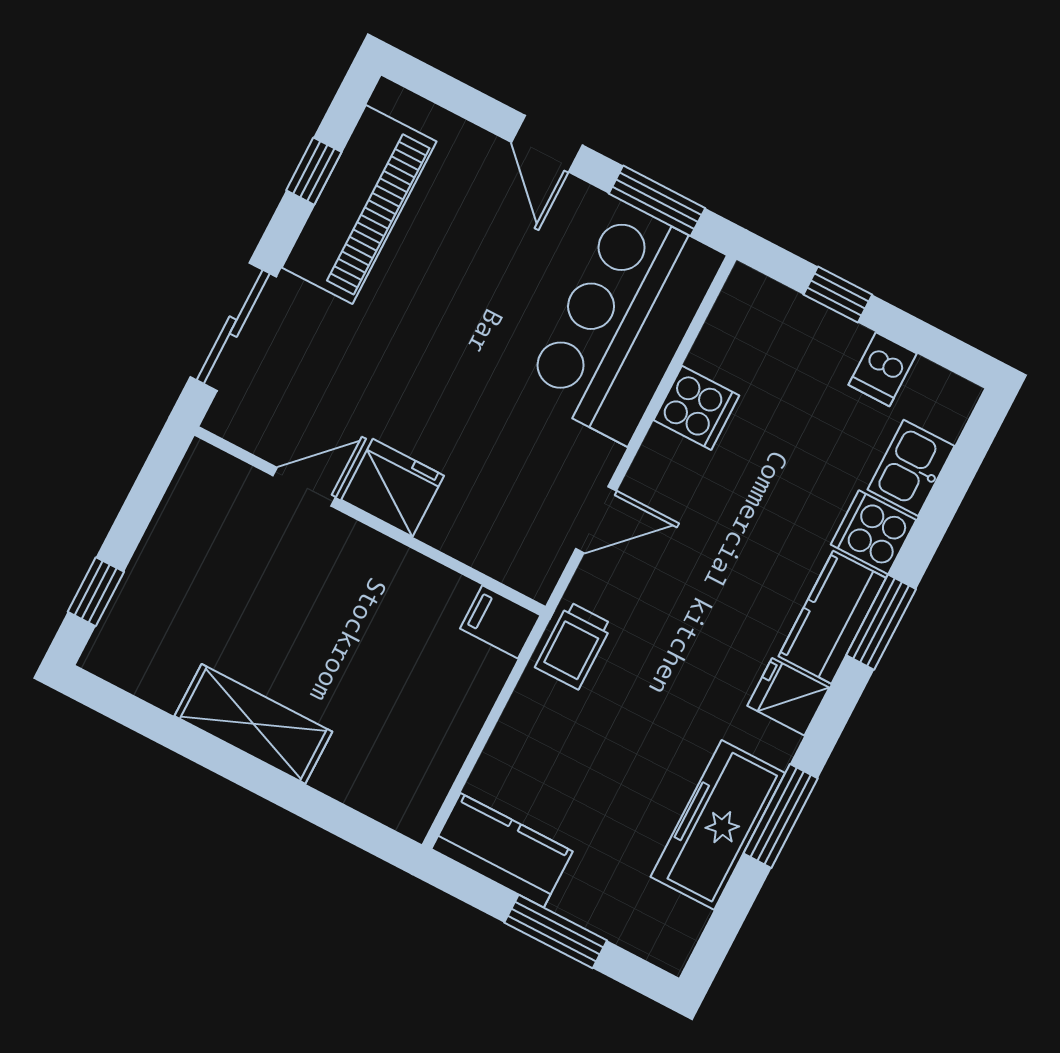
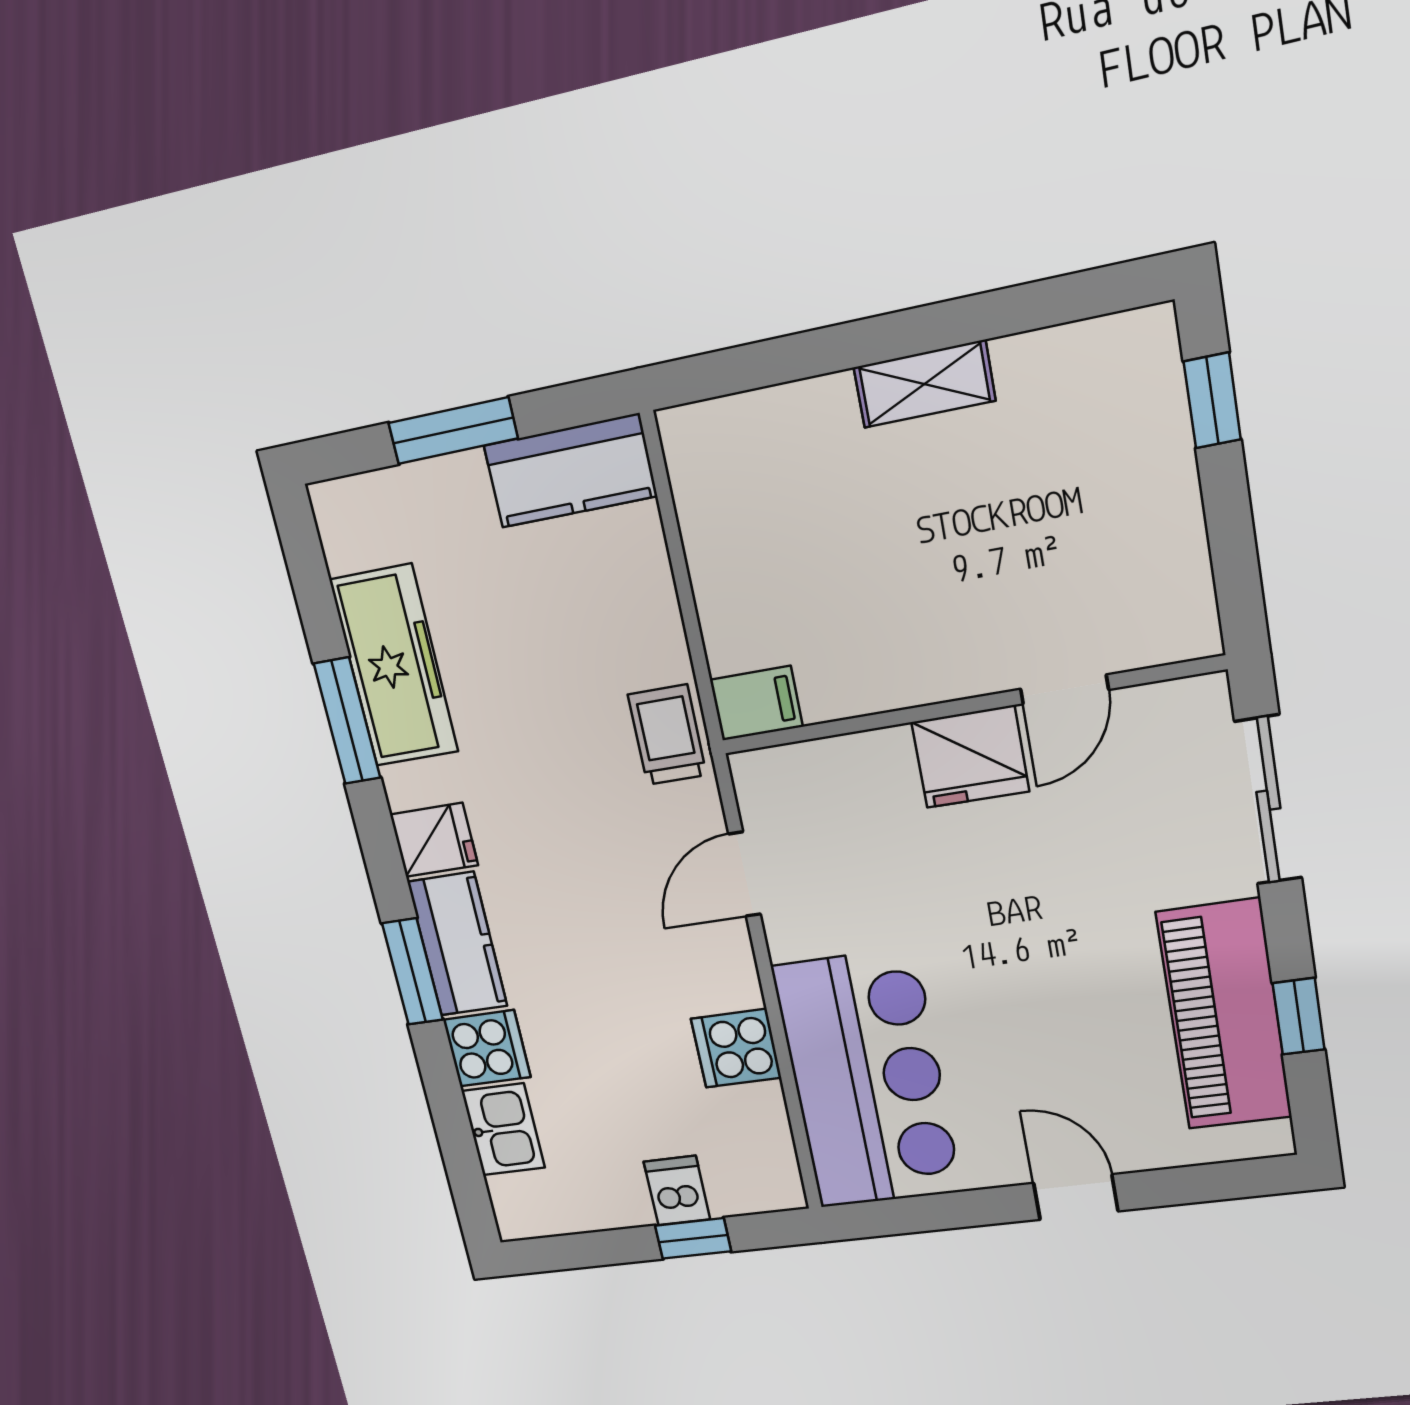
window: (657, 201) -> (927, 1213), removed
dishwasher: (883, 369) -> (677, 1191), moved
shelving: (253, 724) -> (924, 384), width x0.67, depth x0.75

